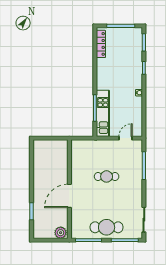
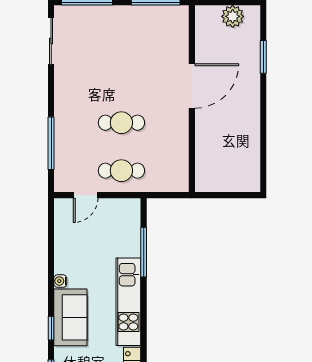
sofa: (134, 73) -> (70, 317), added
kitchen unit: (103, 113) -> (128, 302), moved
cafe table: (107, 227) -> (121, 171), moved, width x0.73, depth x0.74
plant: (61, 233) -> (233, 16), moved

